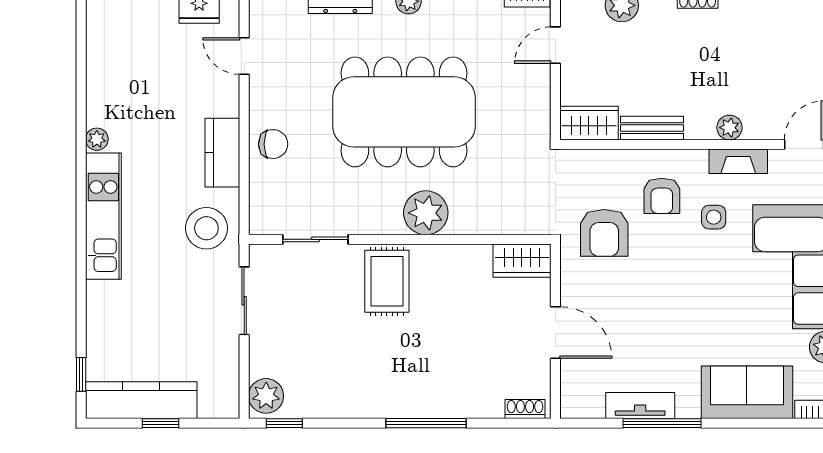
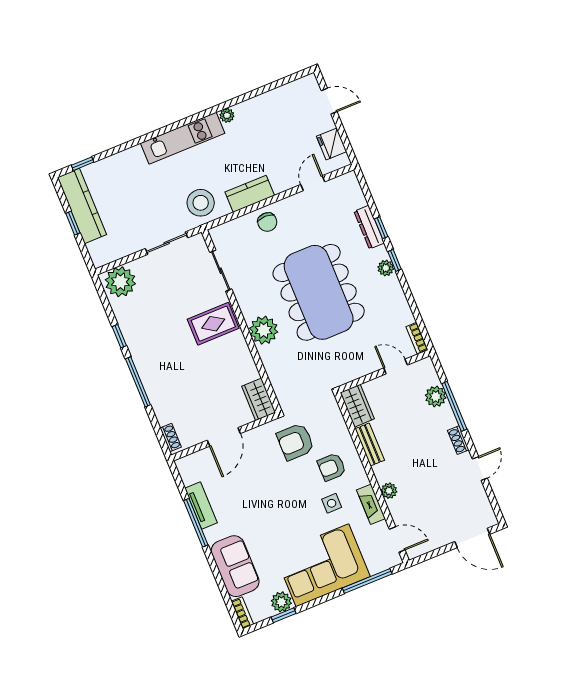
plant: (266, 396) -> (120, 282), width x1.36, depth x1.36
window: (284, 423) -> (119, 336), moved

